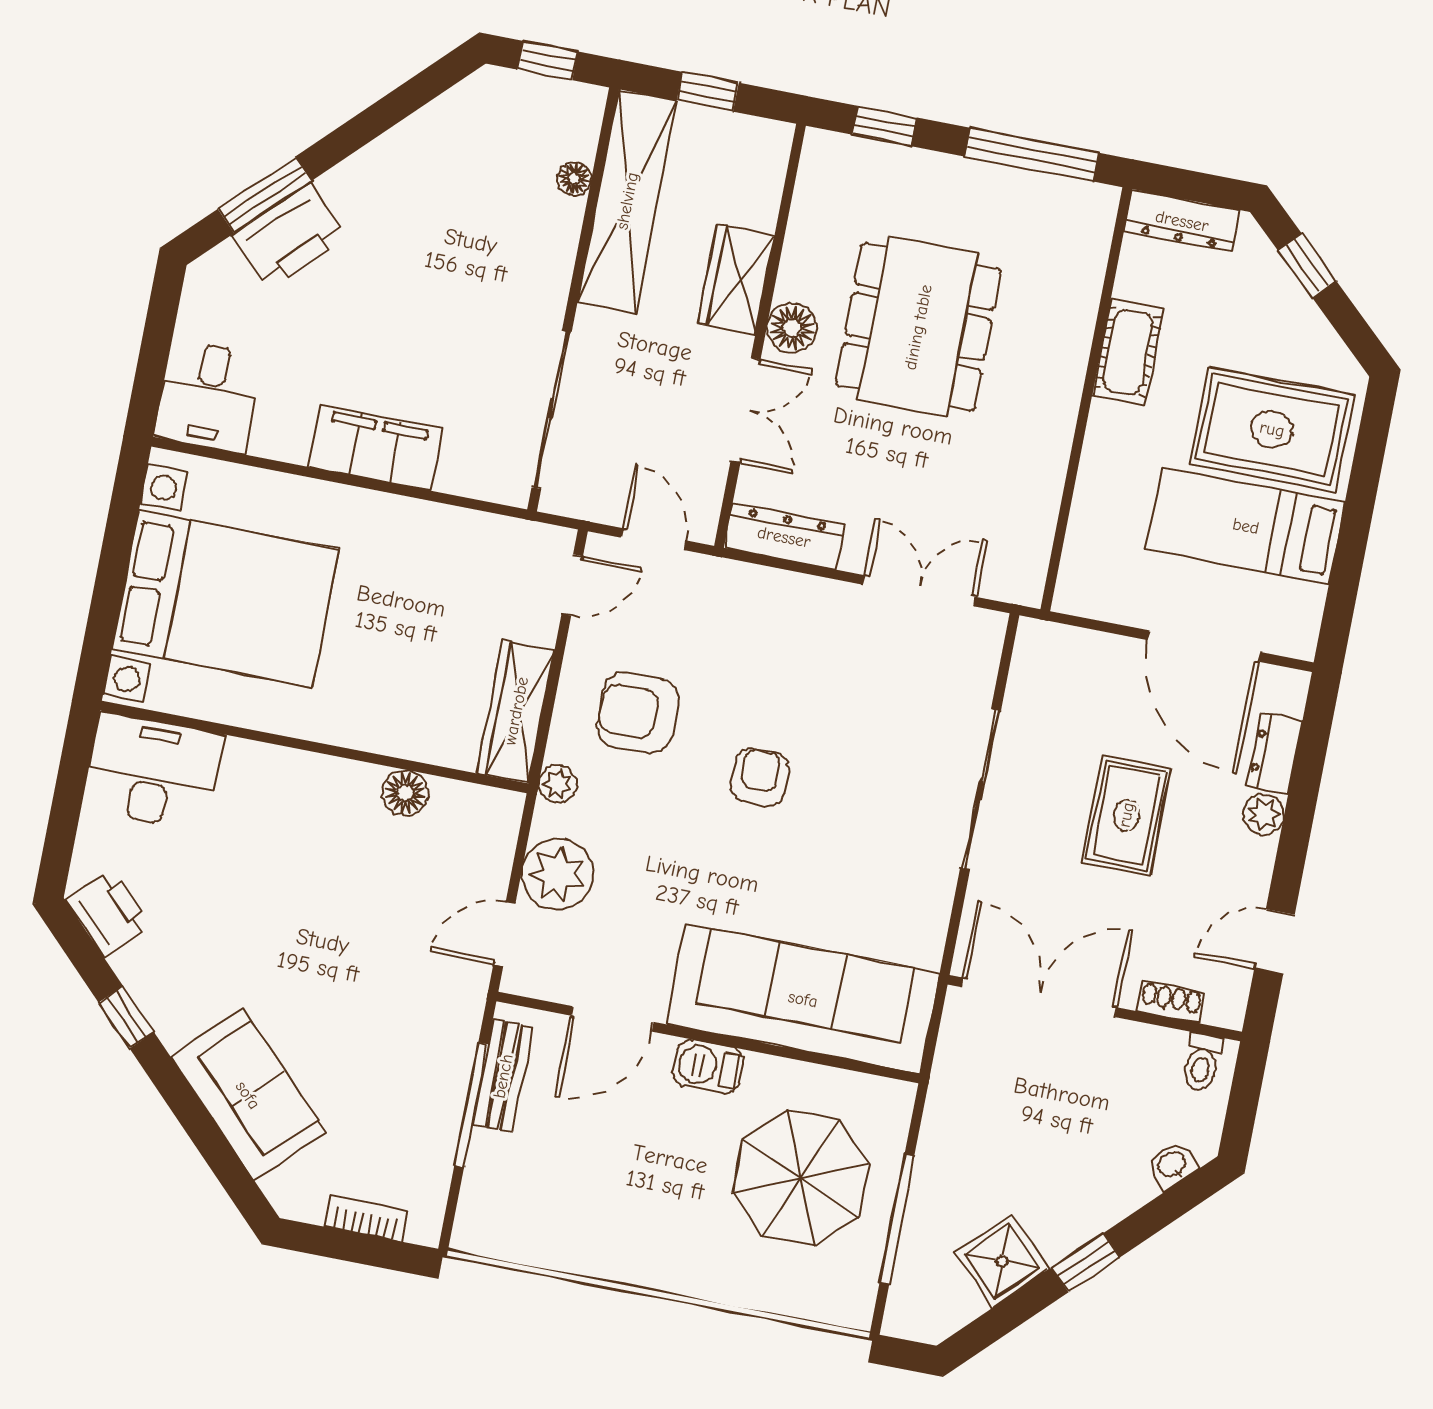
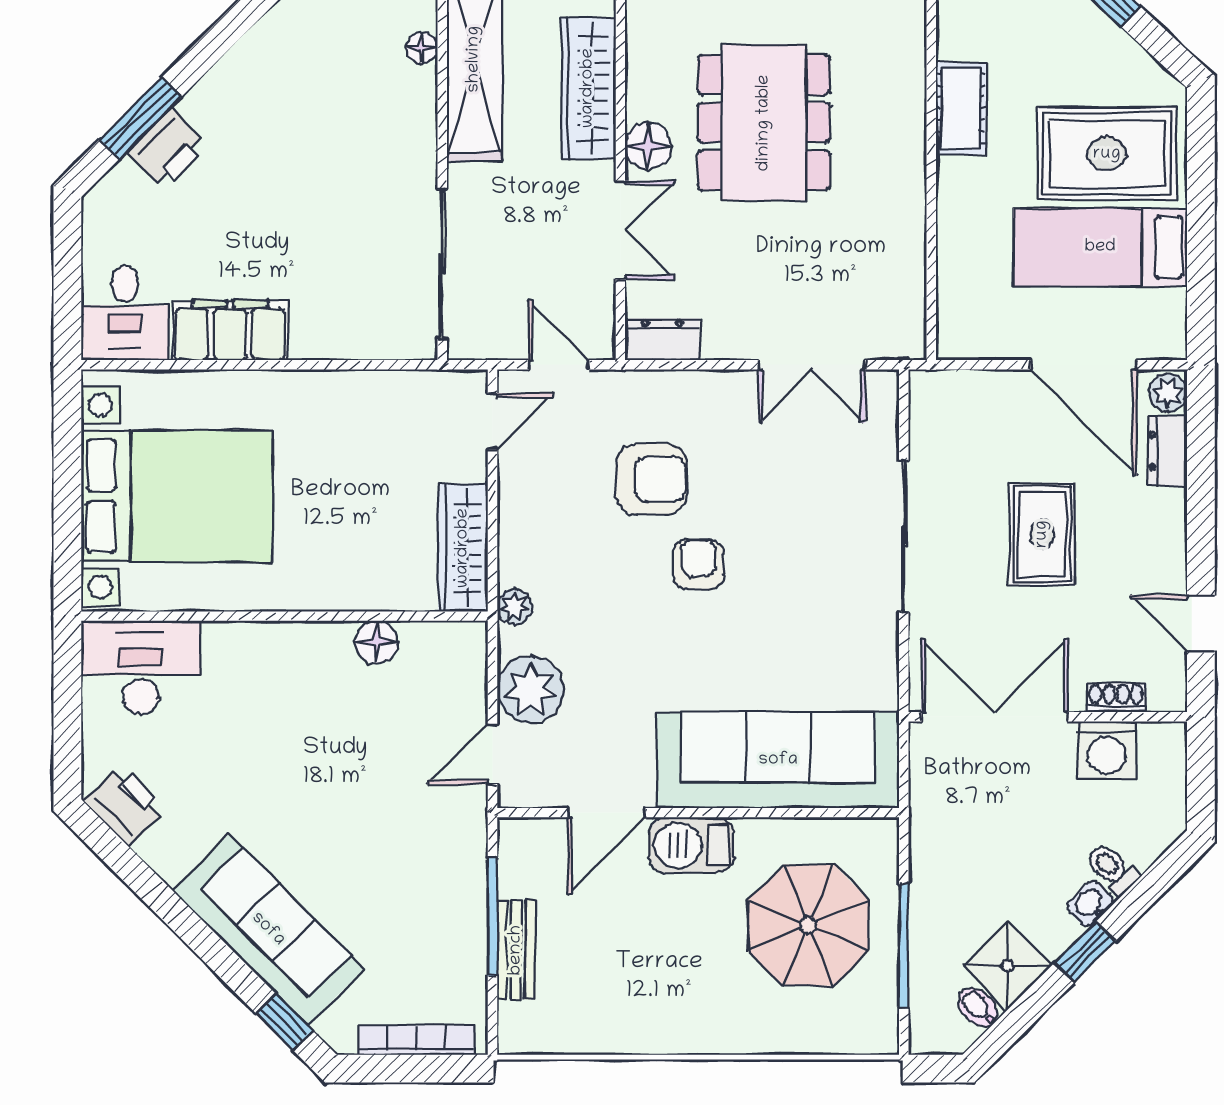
printer: (290, 237) -> (167, 149), width x0.73, depth x0.84
wardrobe: (736, 279) -> (588, 88), width x1.50
filing cabinet: (376, 448) -> (230, 330), moved
dresser: (784, 537) -> (662, 339), width x0.70
double door: (919, 591) -> (812, 365), swing flipped
armchair: (638, 713) -> (652, 479), moved, turned 180
plant: (1263, 814) -> (1168, 393), moved
door: (1274, 942) -> (1201, 623), hinge flipped
window: (126, 1017) -> (284, 1022), moved
washing machine: (1150, 1056) -> (1107, 750), added
toilet: (1202, 1062) -> (1112, 869), moved, turned 135
barbecue: (708, 1066) -> (691, 845), width x1.38, depth x1.27
bench: (503, 1076) -> (516, 950), moved
sofa: (248, 1095) -> (268, 929), width x1.36
washbasin: (1172, 1165) -> (1090, 904), moved
bookcase: (366, 1219) -> (416, 1040), width x1.56
bidet: (962, 1299) -> (978, 1007), added

